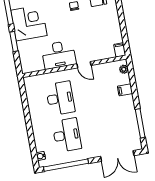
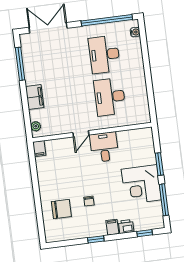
desk: (59, 55) -> (104, 147), width x0.73
door: (84, 65) -> (81, 134), swing flipped
filing cabinet: (125, 90) -> (35, 97), width x2.00

